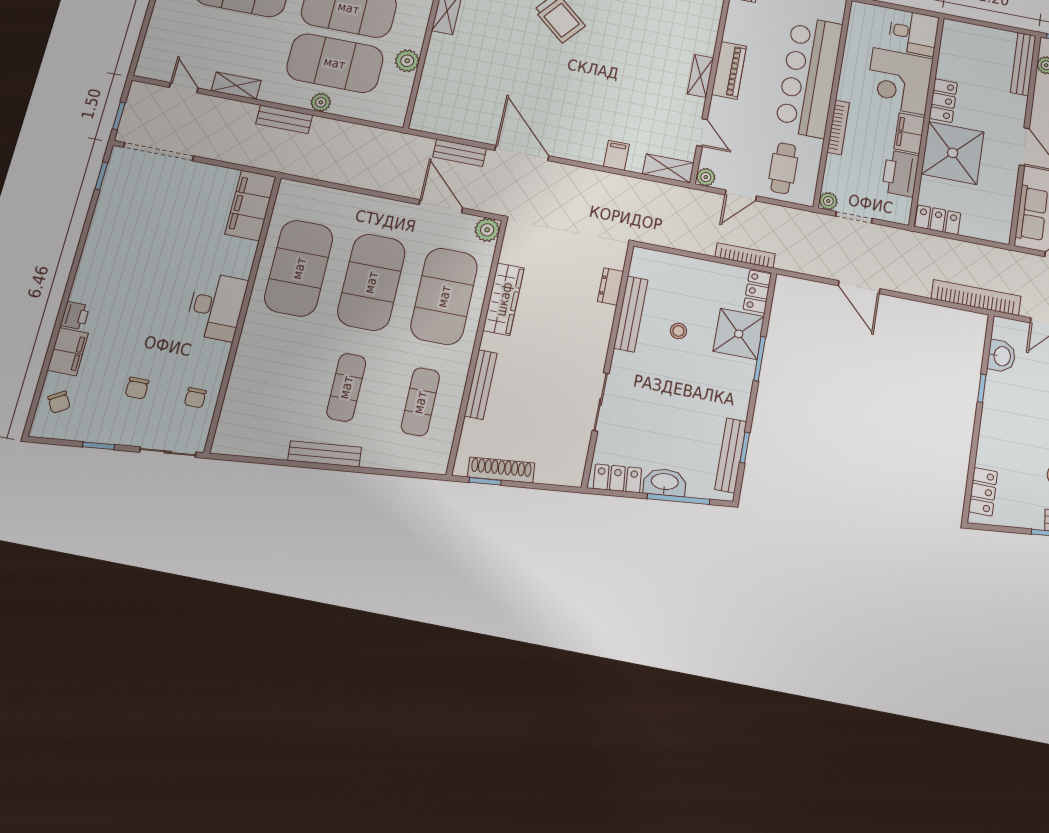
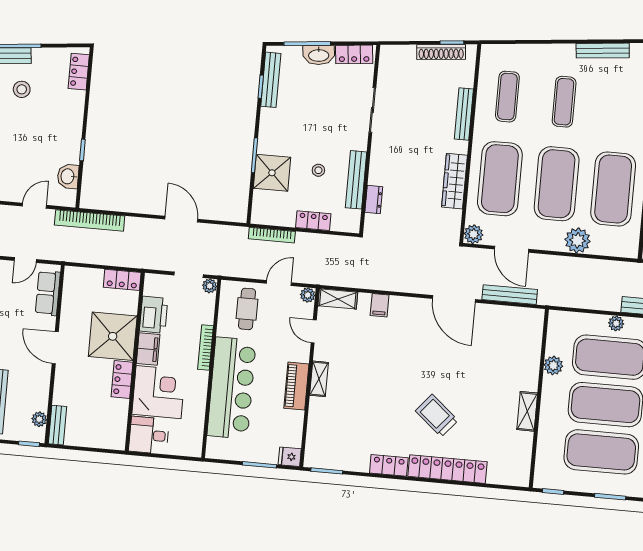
bench: (1023, 64) -> (57, 425), width x0.73
bench: (460, 153) -> (510, 295), width x1.36
plant: (355, 208) -> (578, 240), added
locker: (757, 291) -> (313, 221), moved, turned -90
bench: (325, 454) -> (603, 51), moved

